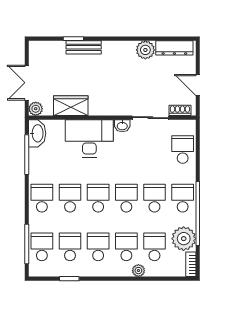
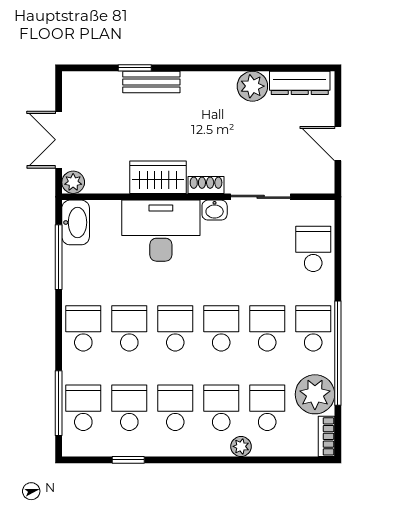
wardrobe: (71, 106) -> (158, 177), moved
shoe rack: (180, 110) -> (206, 185), moved

